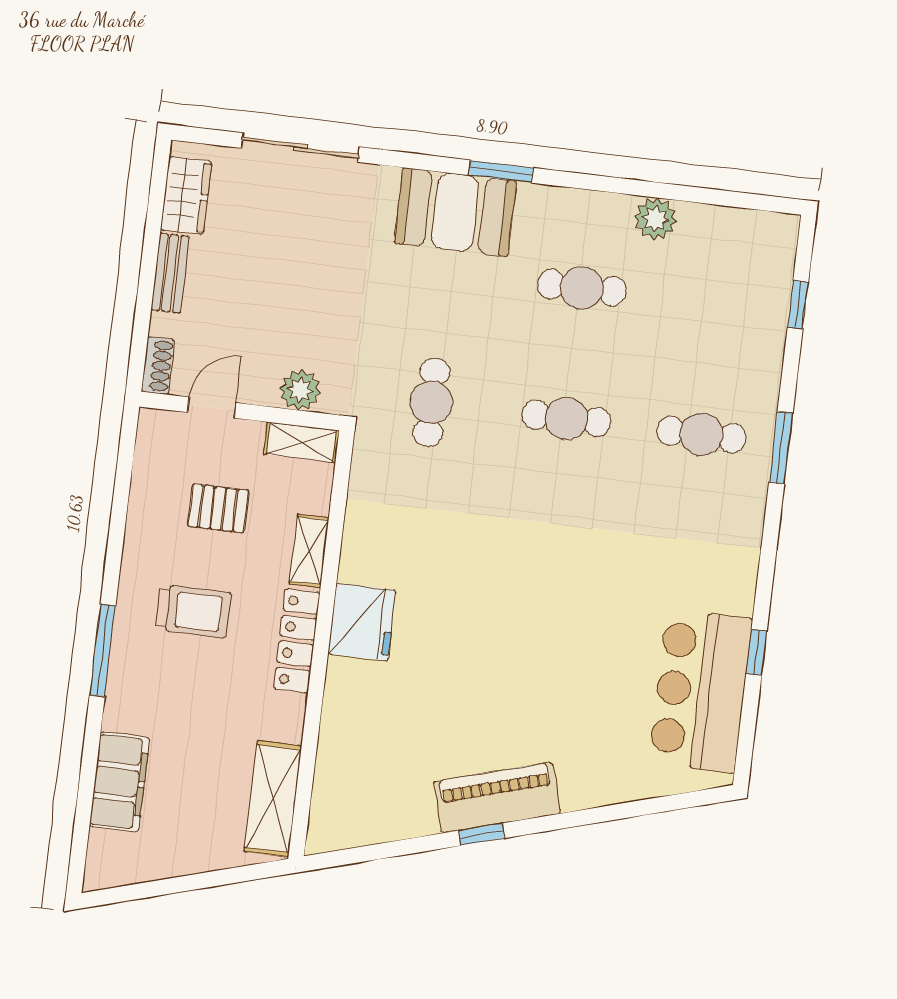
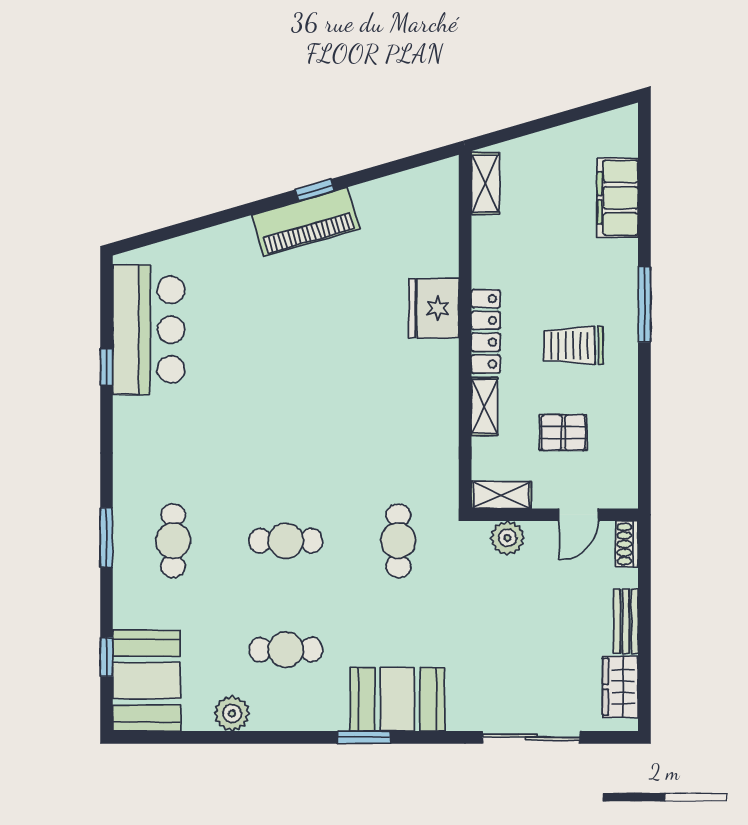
booth: (753, 270) -> (147, 681), added
cafe table: (701, 434) -> (173, 541), turned 90
fridge: (362, 622) -> (434, 308), moved
shelving: (273, 799) -> (485, 184), width x0.67, depth x0.75

